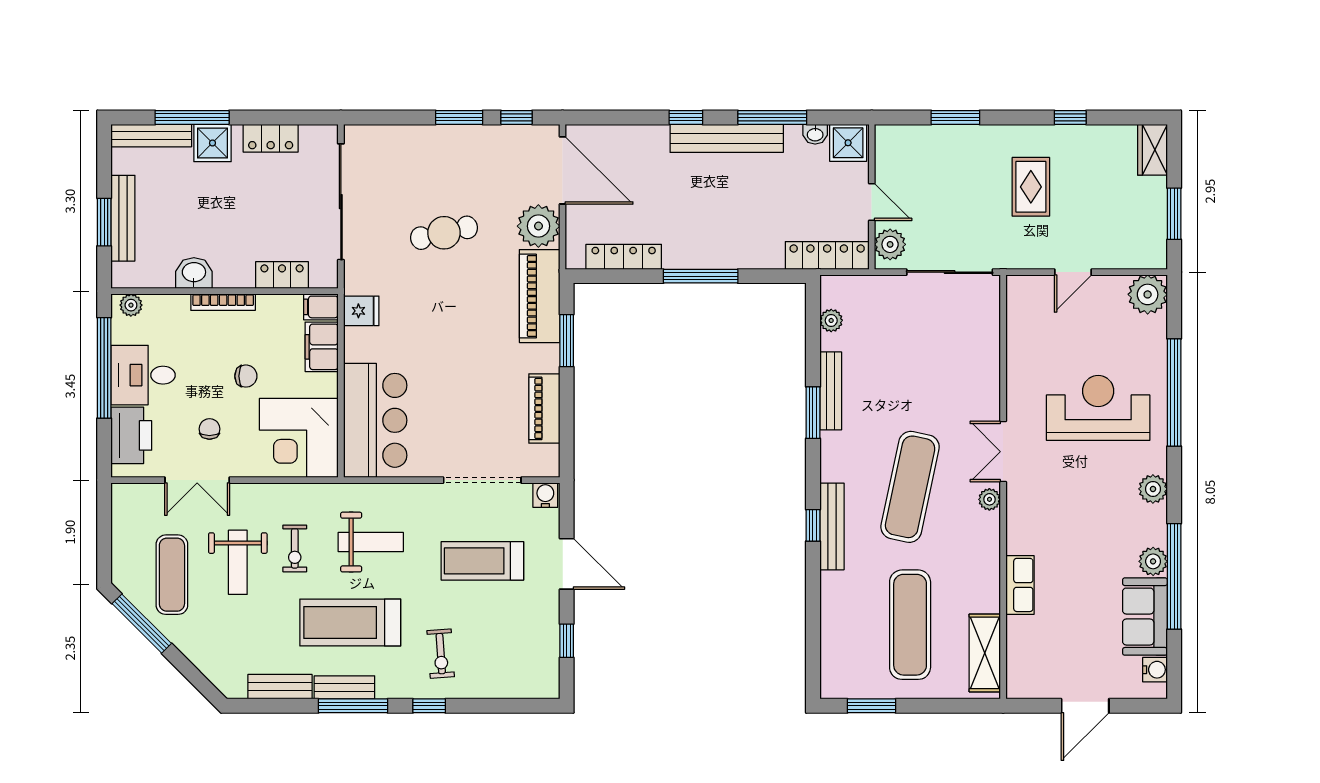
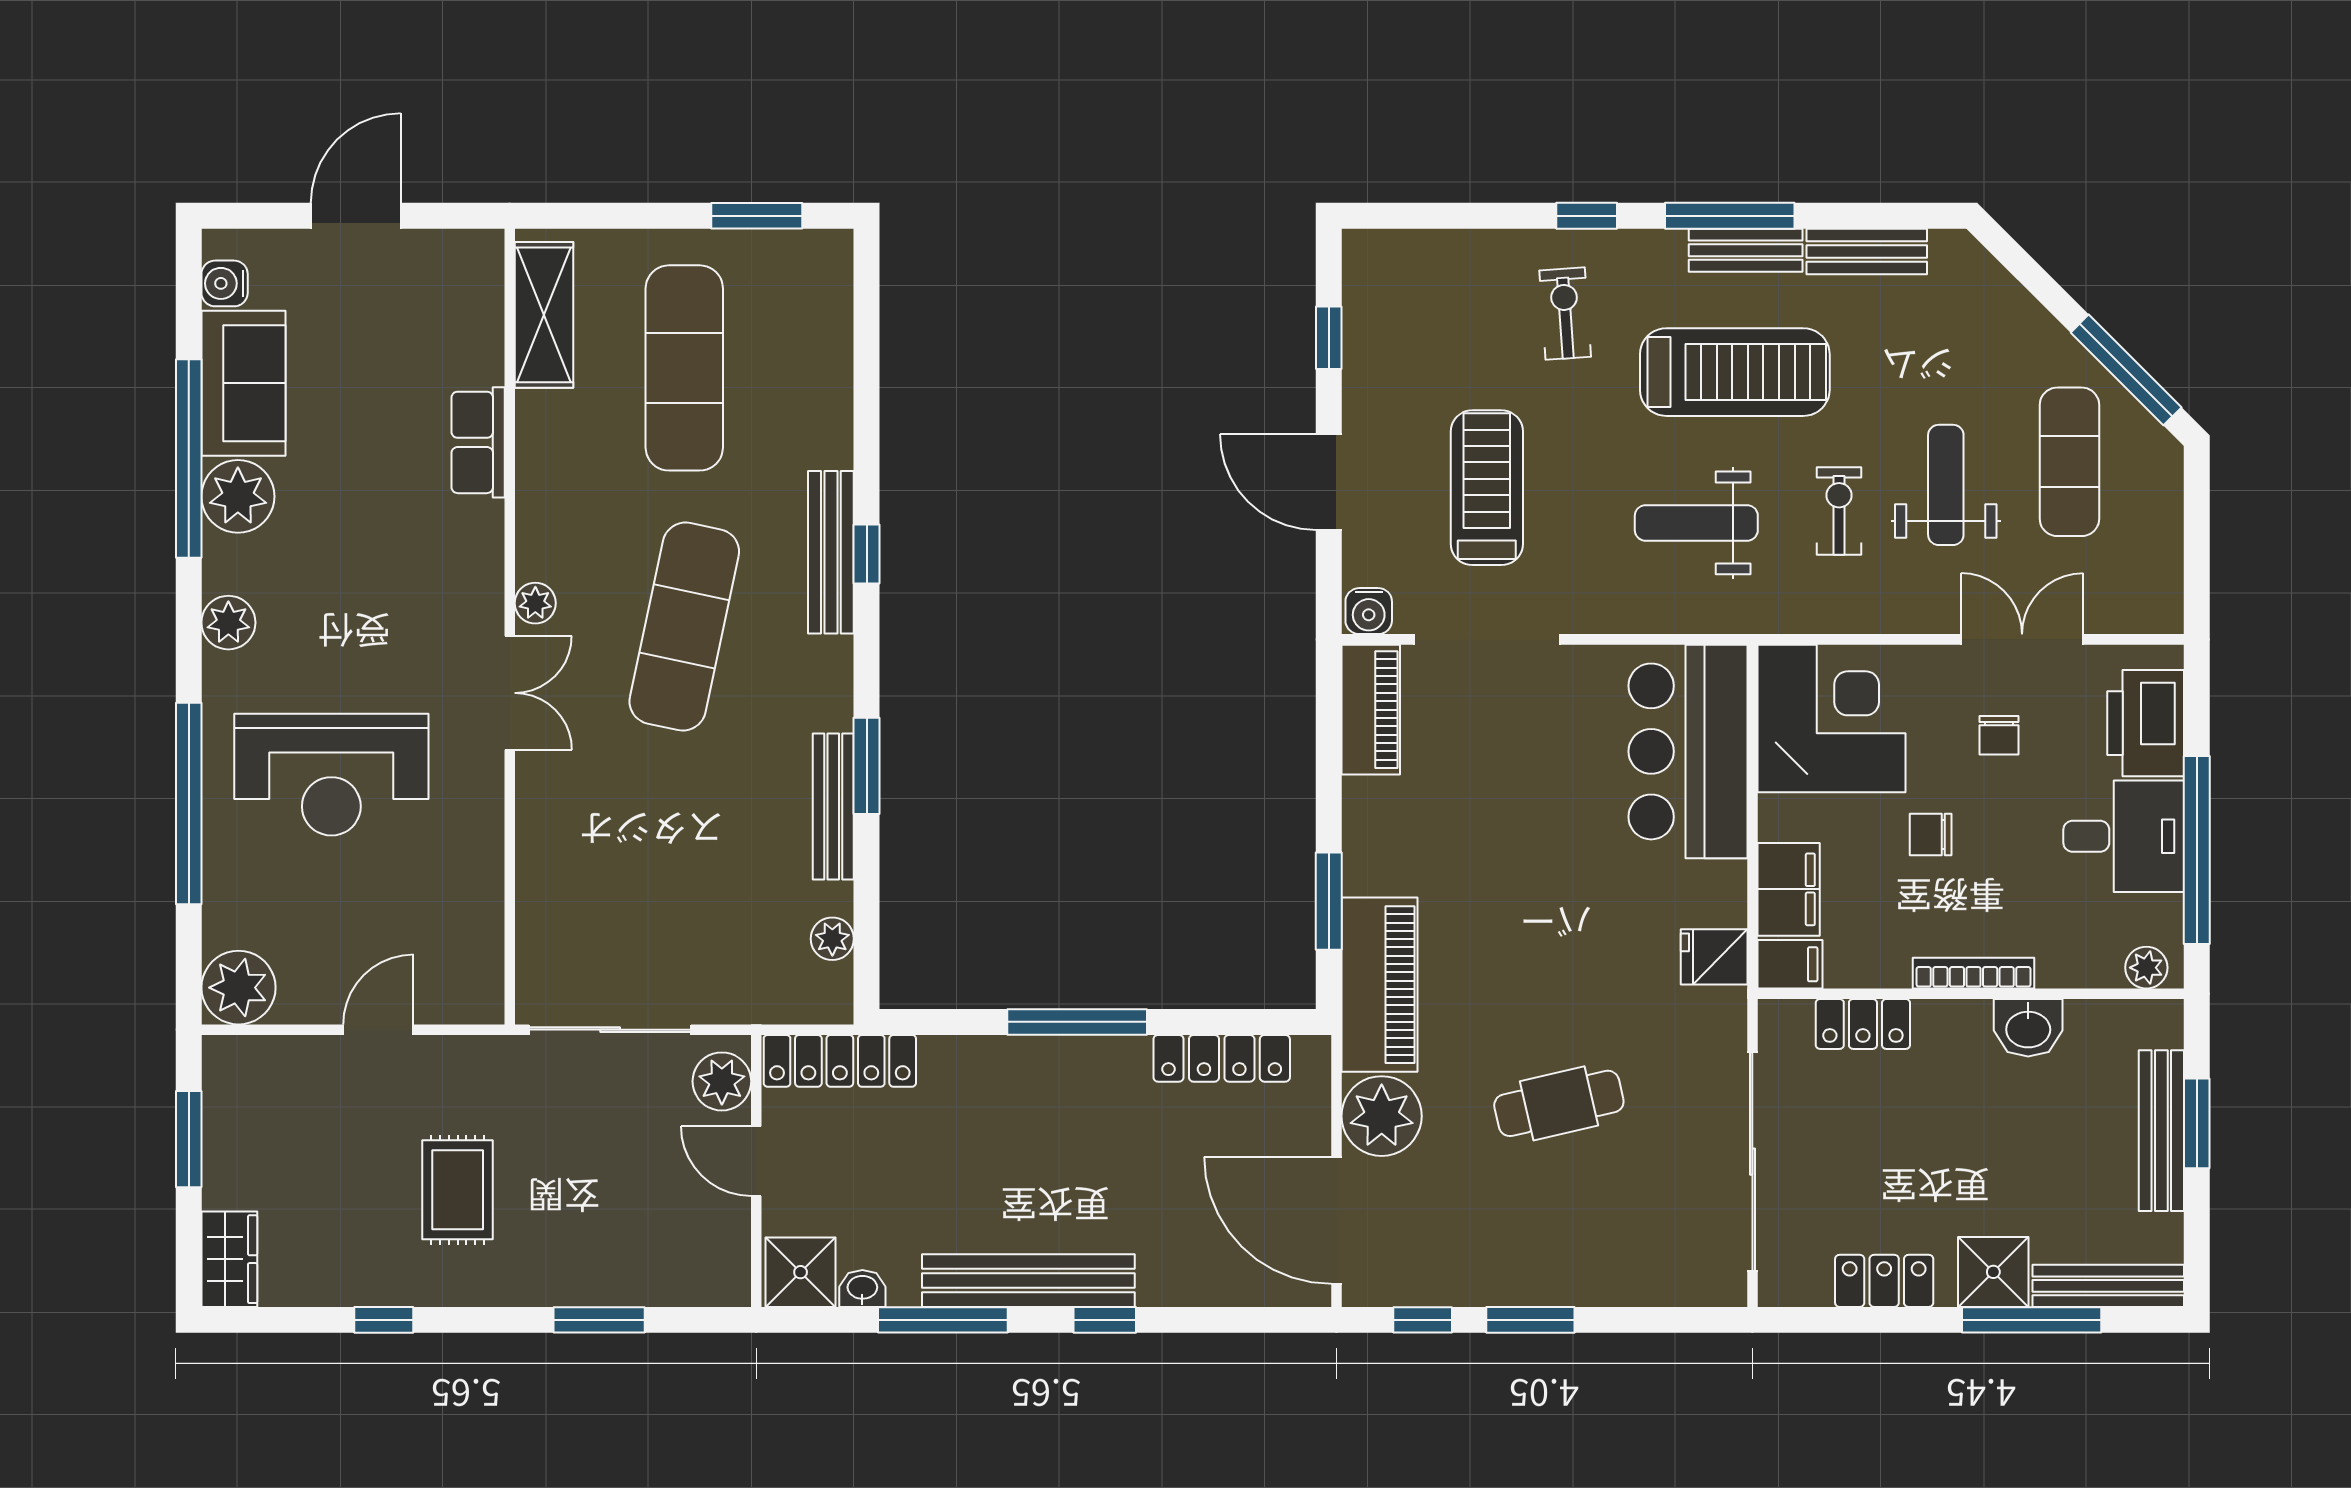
piano: (544, 408) -> (1371, 710), moved
treadmill: (482, 561) -> (1487, 488), turned -90
plant: (1153, 561) -> (238, 496), width x1.36, depth x1.36

